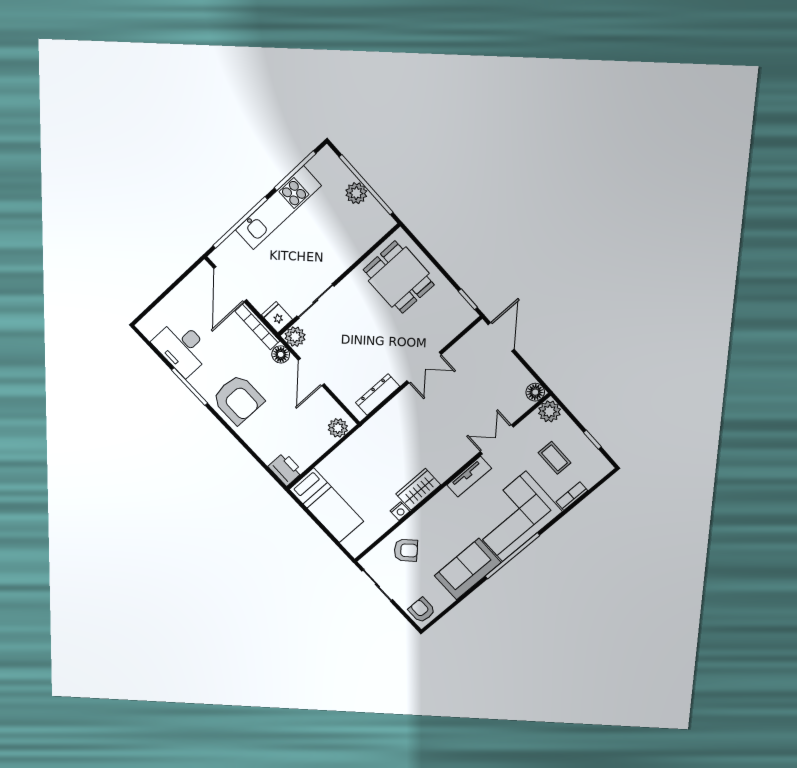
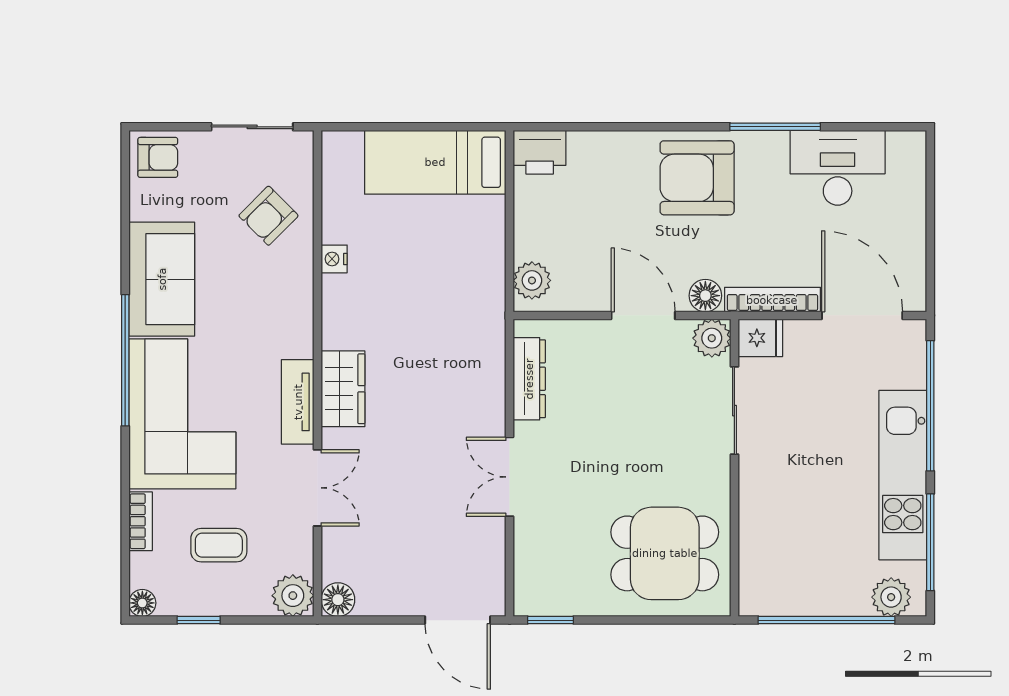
plant: (356, 193) -> (891, 597), moved
floor lamp: (605, 467) -> (142, 603), added
wardrobe: (418, 489) -> (343, 389), moved

